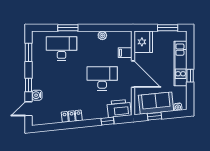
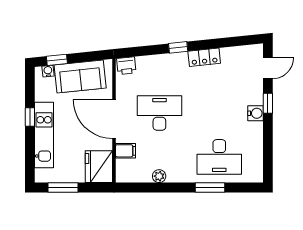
window: (28, 52) -> (268, 151), removed
desk: (102, 78) -> (159, 113), turned 180
water cooler: (37, 95) -> (256, 113), moved
printer: (119, 108) -> (126, 66), width x0.53, depth x0.68
window: (154, 116) -> (57, 60), moved
window: (108, 121) -> (178, 47), moved

